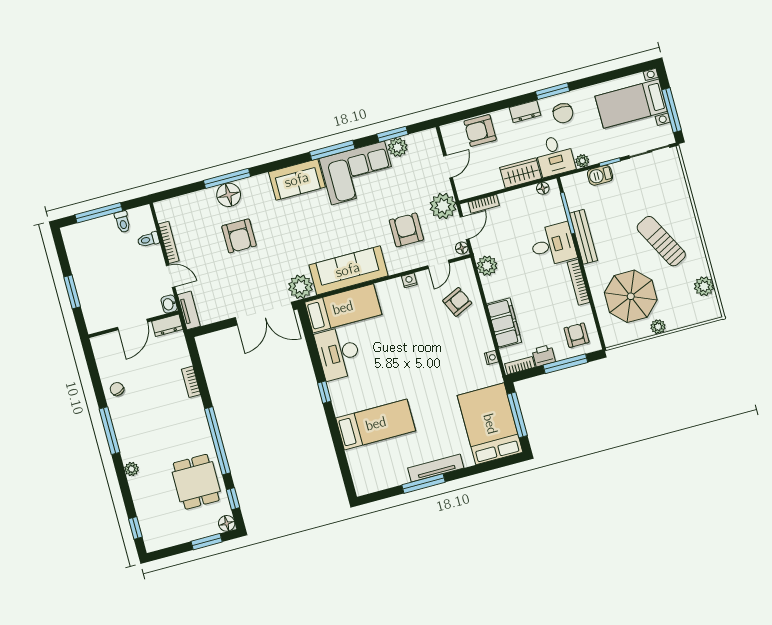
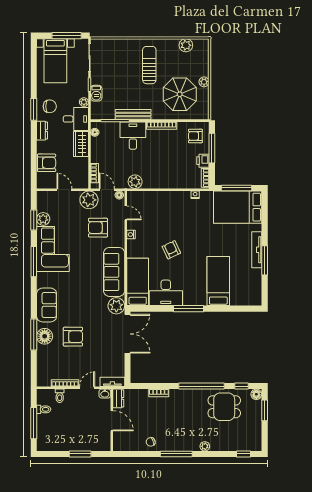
armchair: (480, 131) -> (47, 163), turned -90
sofa: (297, 180) -> (47, 305), moved
sun lounger: (661, 241) -> (149, 65), turned 118
armchair: (457, 302) -> (171, 250), moved
filing cabinet: (504, 323) -> (175, 181), removed
window: (324, 392) -> (188, 309), width x2.17

